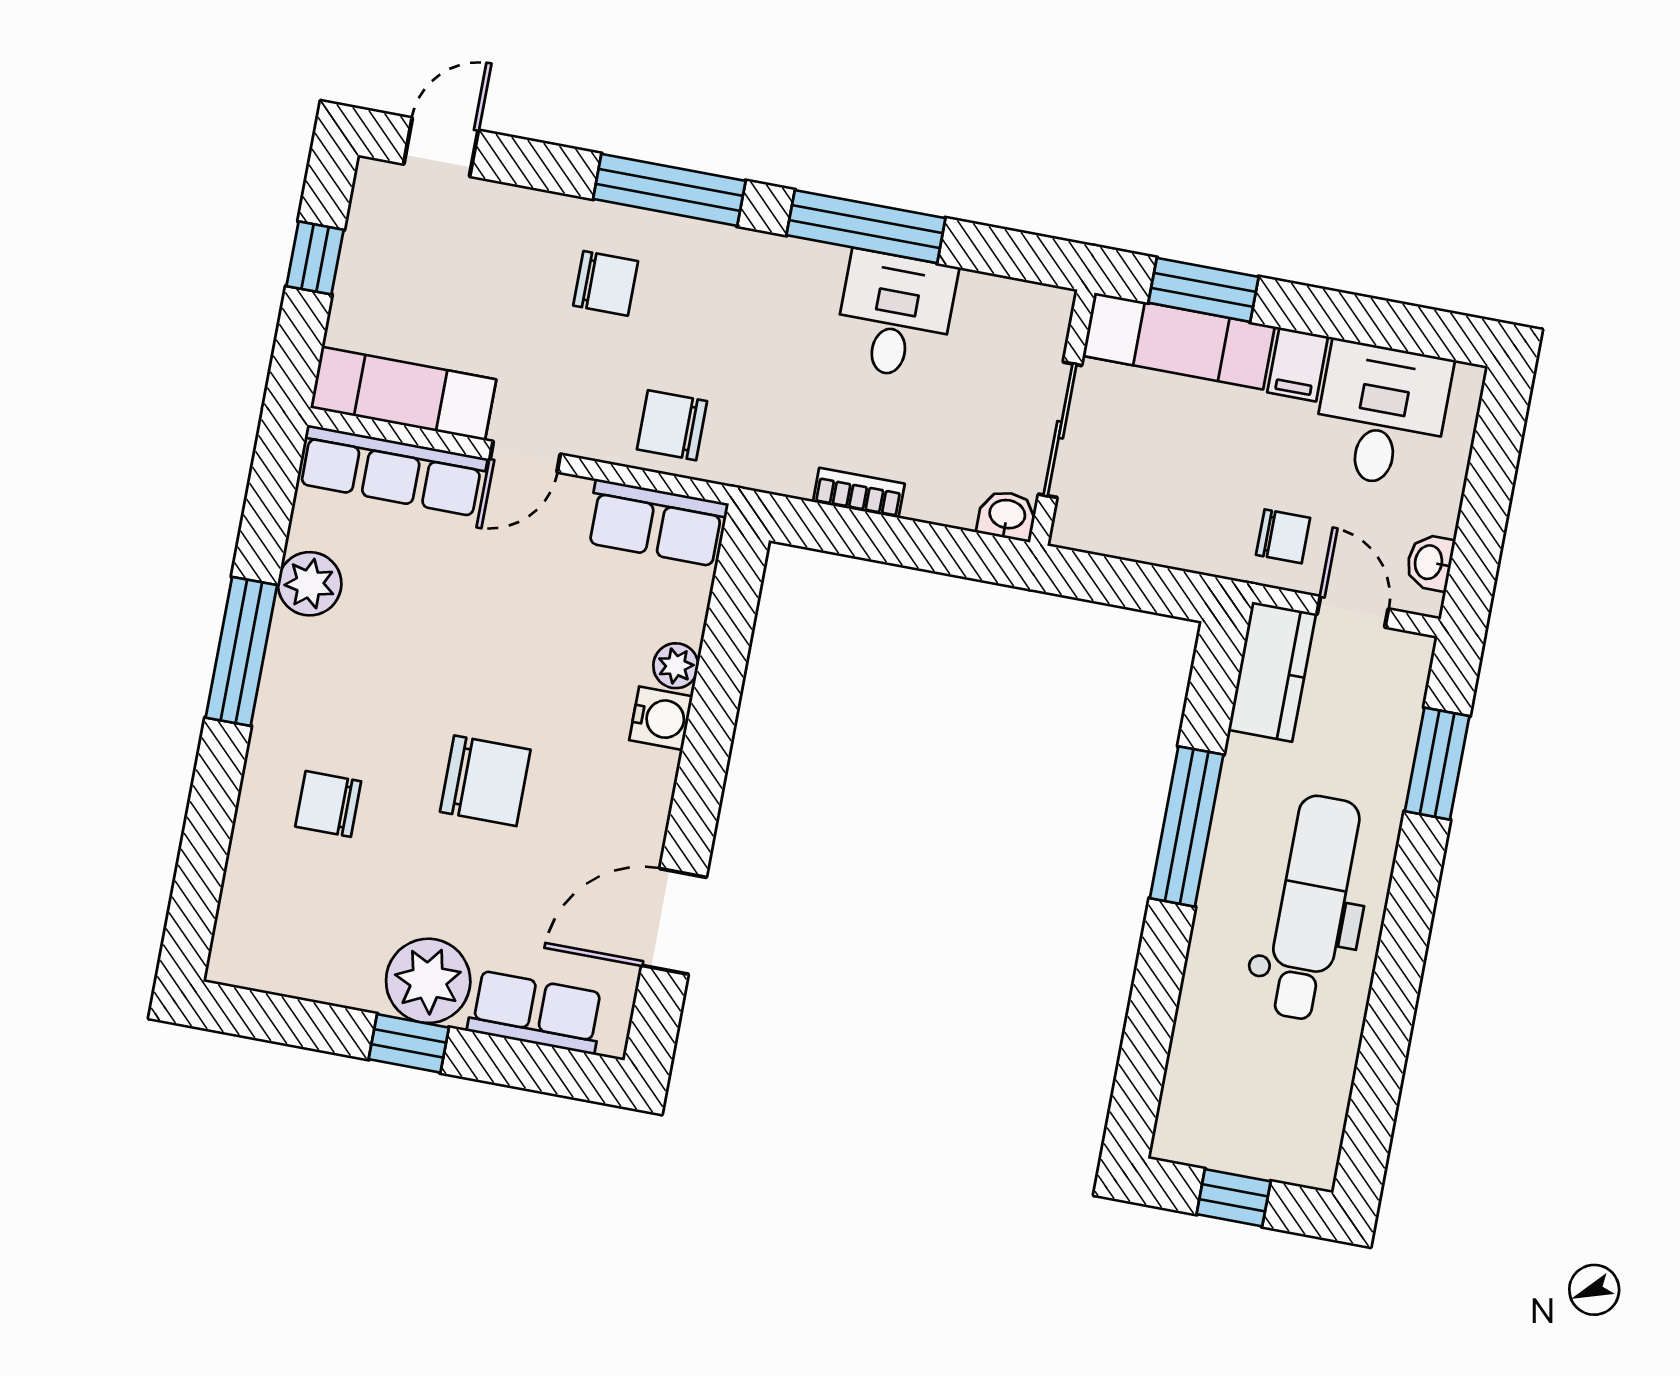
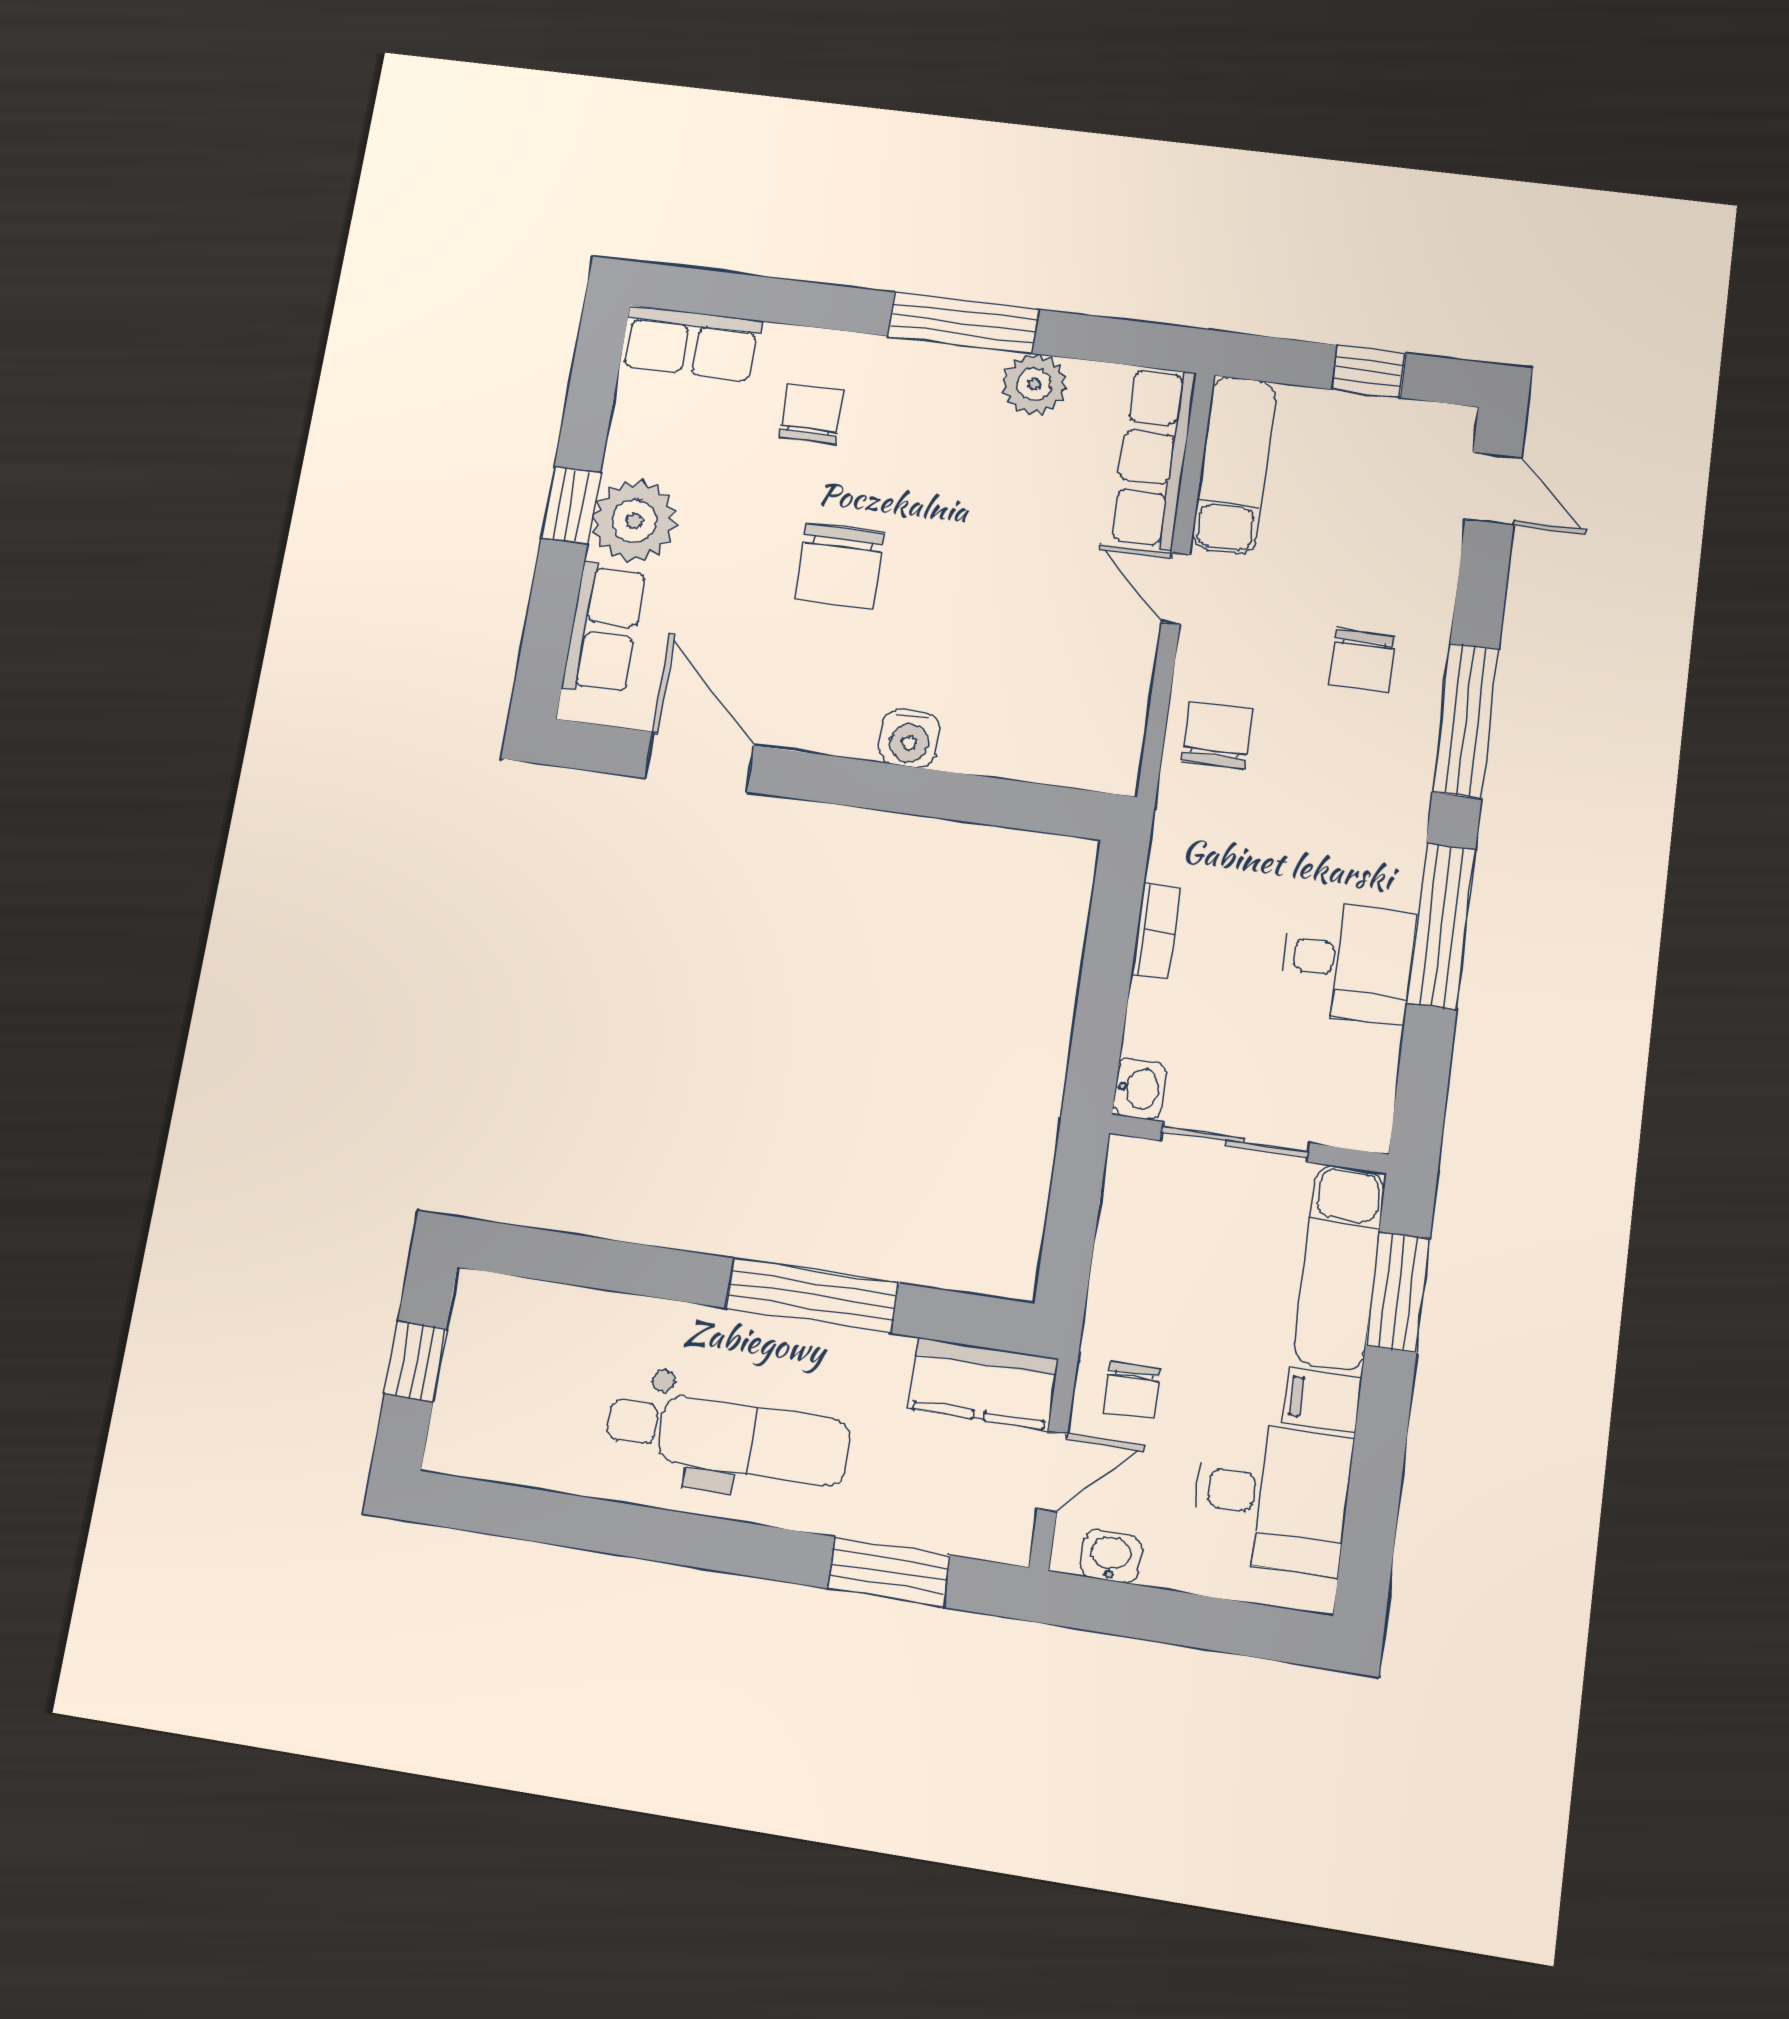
row of seats: (657, 523) -> (691, 343), moved, turned -90
plant: (676, 666) -> (965, 751), removed

